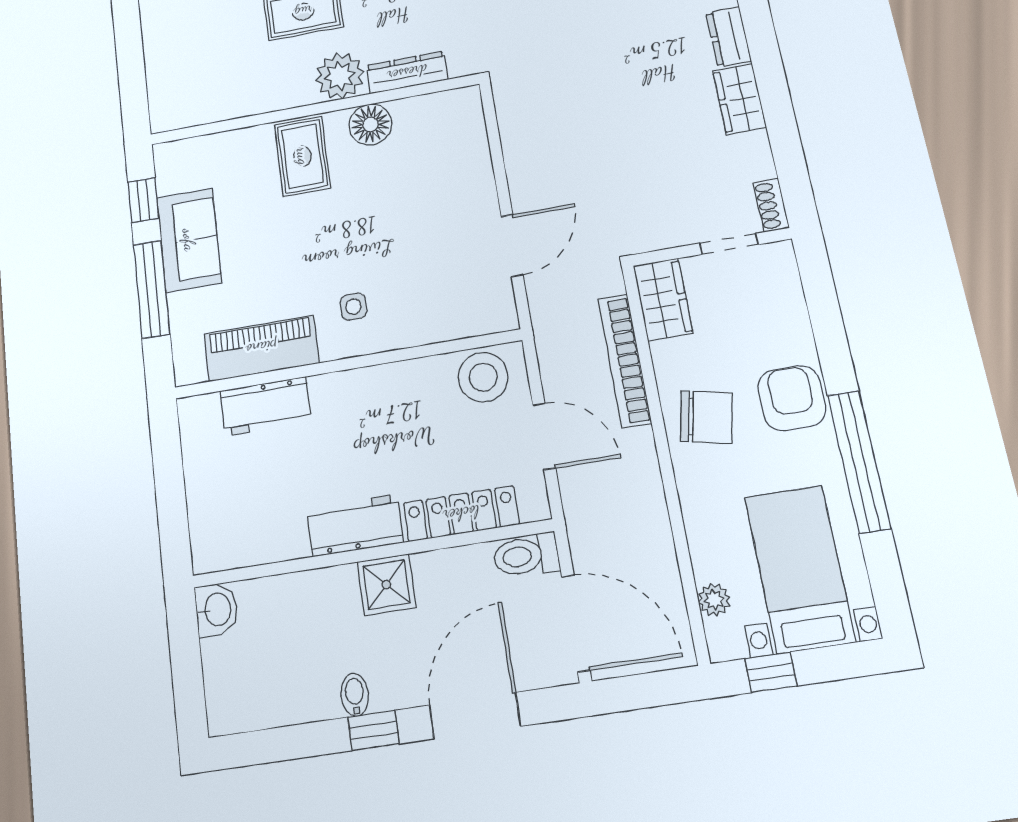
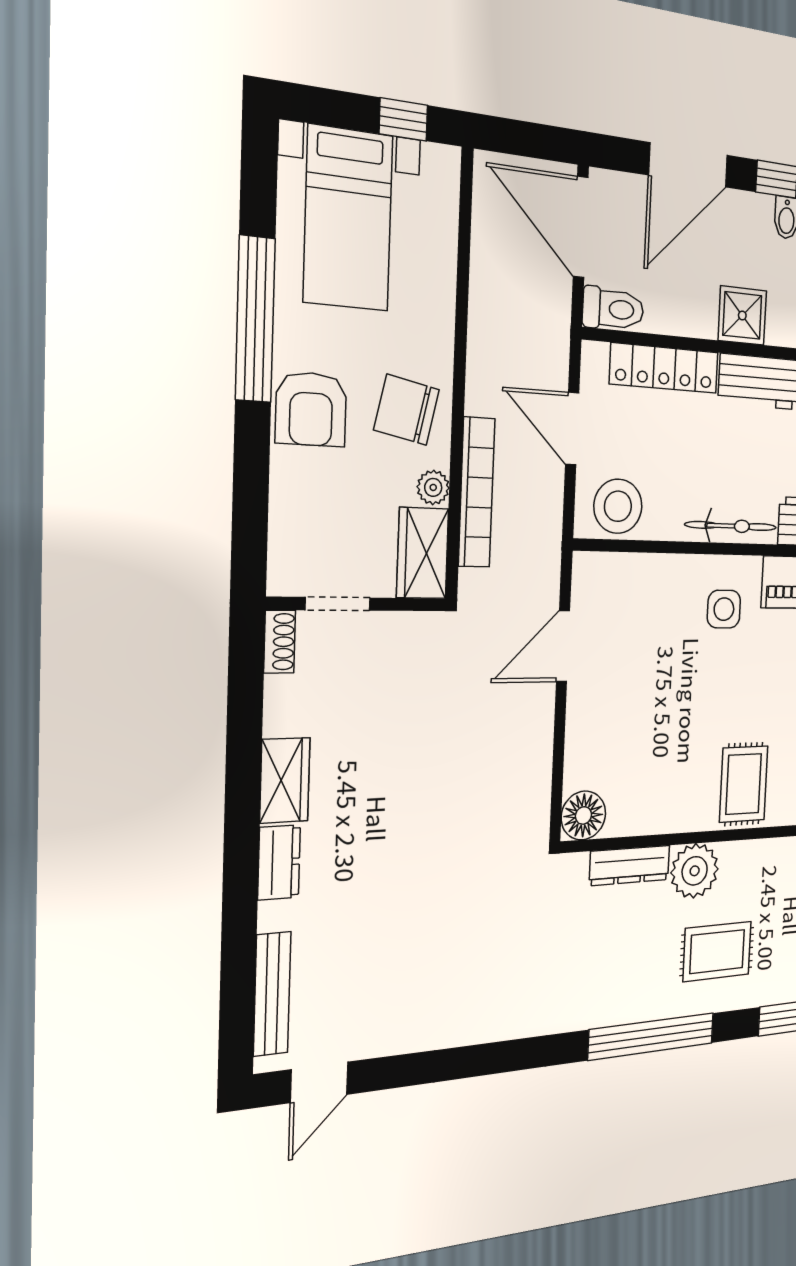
floor lamp: (370, 124) -> (583, 815), moved
side table: (353, 307) -> (724, 609), width x1.37, depth x1.37
bicycle: (361, 383) -> (731, 526), added
plant: (714, 600) -> (433, 487), moved

